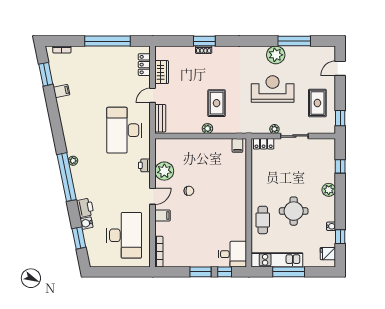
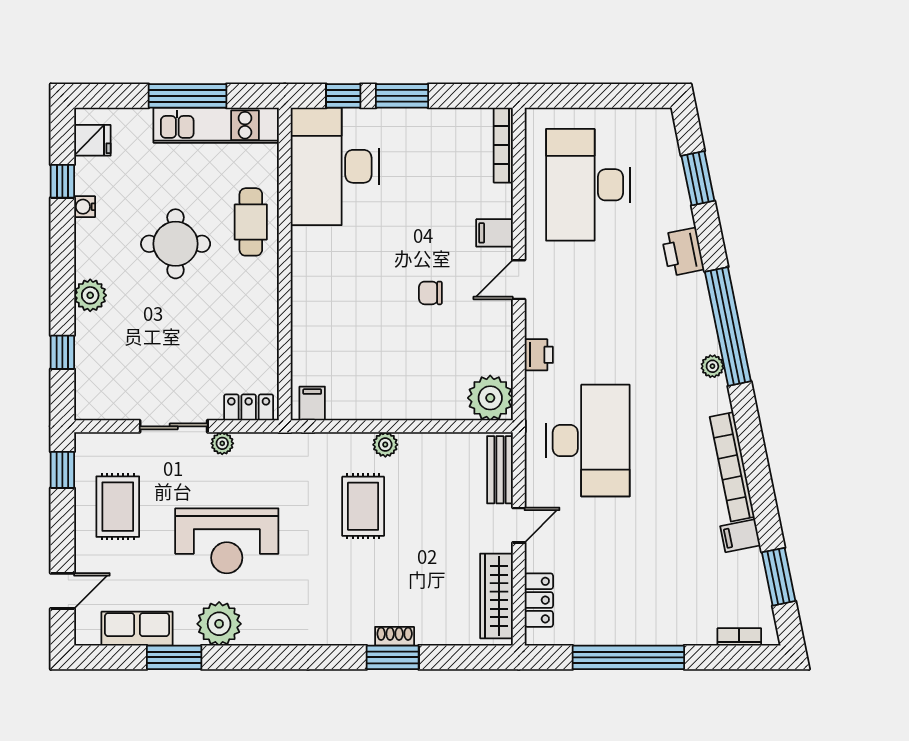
window: (294, 41) -> (174, 657), width x0.69
row of seats: (309, 53) -> (137, 629), added
wardrobe: (162, 72) -> (496, 596), width x1.50
bookcase: (65, 119) -> (732, 467), added
plant: (164, 171) -> (490, 398), moved
water cooler: (86, 223) -> (680, 214), removed
desk: (232, 254) -> (335, 166), width x1.87, depth x1.30

